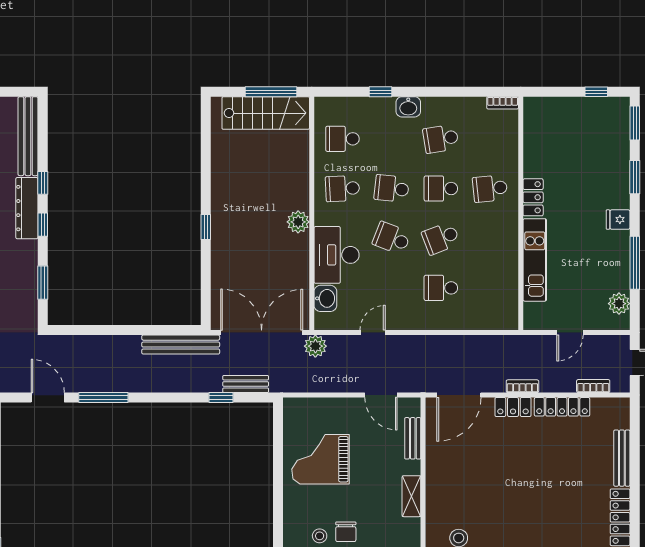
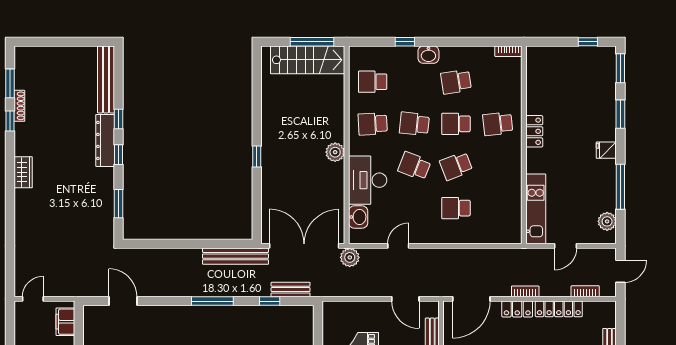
kitchen unit: (535, 260) -> (536, 209), moved
window: (103, 398) -> (212, 301), moved

